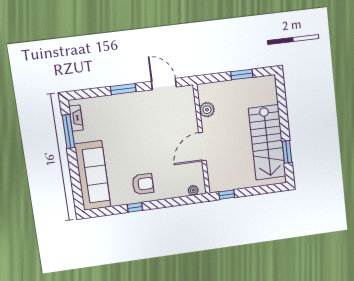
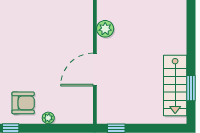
stairs: (267, 142) -> (175, 86), width x0.73, depth x0.66
plant: (193, 190) -> (48, 118), moved

